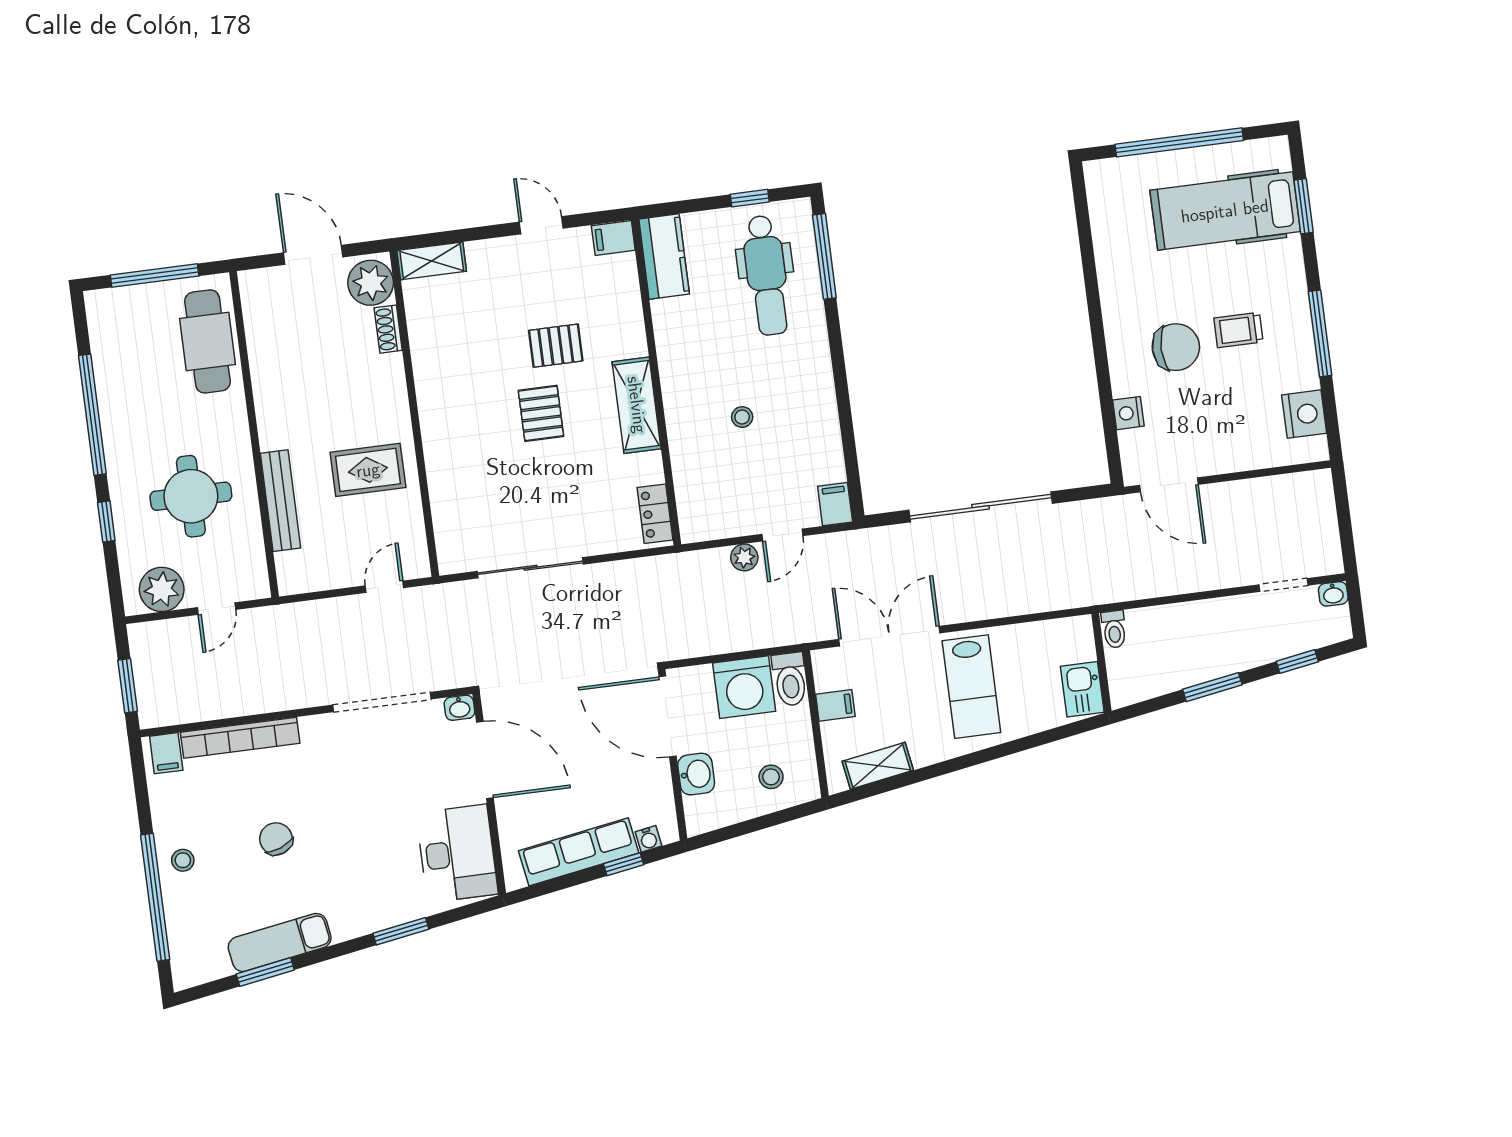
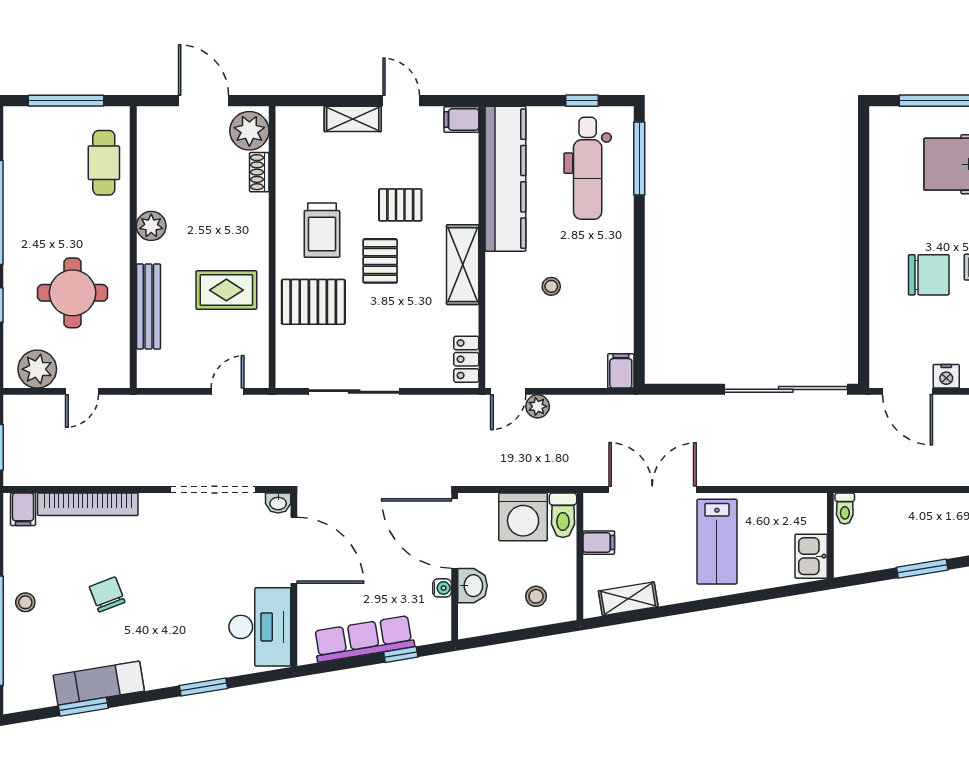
kitchen counter: (664, 257) -> (505, 179), width x2.08, depth x1.17
shelving: (432, 261) -> (353, 119), moved
cafe table: (208, 341) -> (104, 163), width x0.73, depth x0.74
trolley: (469, 387) -> (322, 230), added
plant: (272, 407) -> (151, 226), added
nightstand: (1128, 413) -> (946, 376), moved, turned -90
pallet: (470, 471) -> (313, 302), added
sliding door: (981, 507) -> (786, 389), moved
door: (782, 535) -> (508, 391), moved
water cooler: (648, 839) -> (442, 588), moved, turned -81

